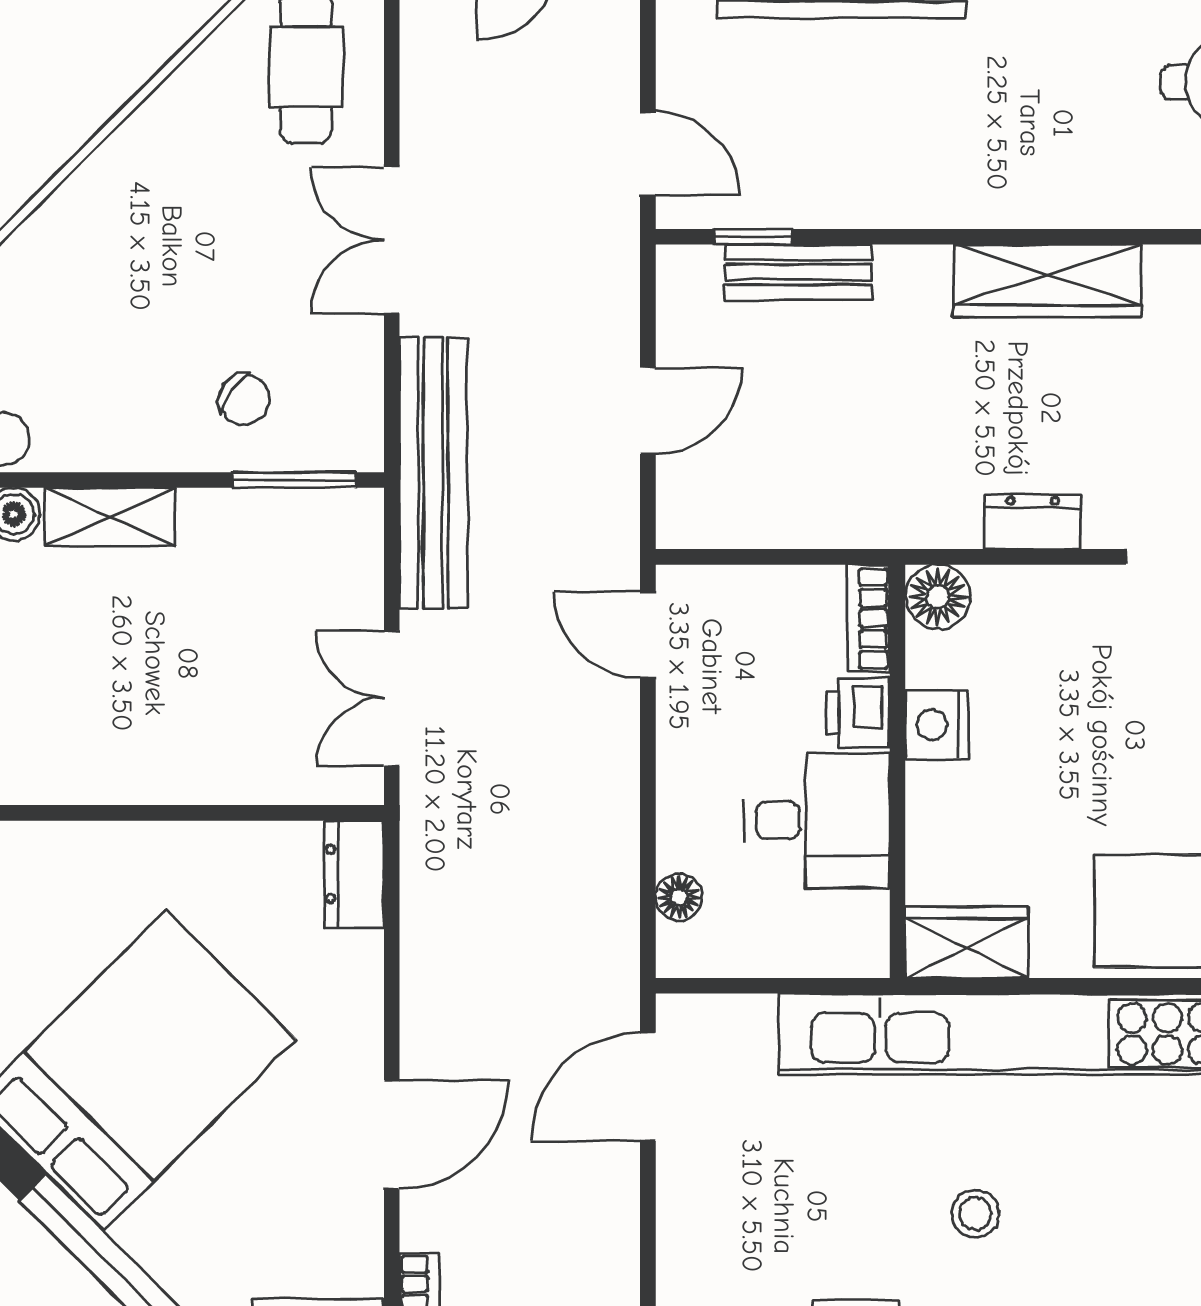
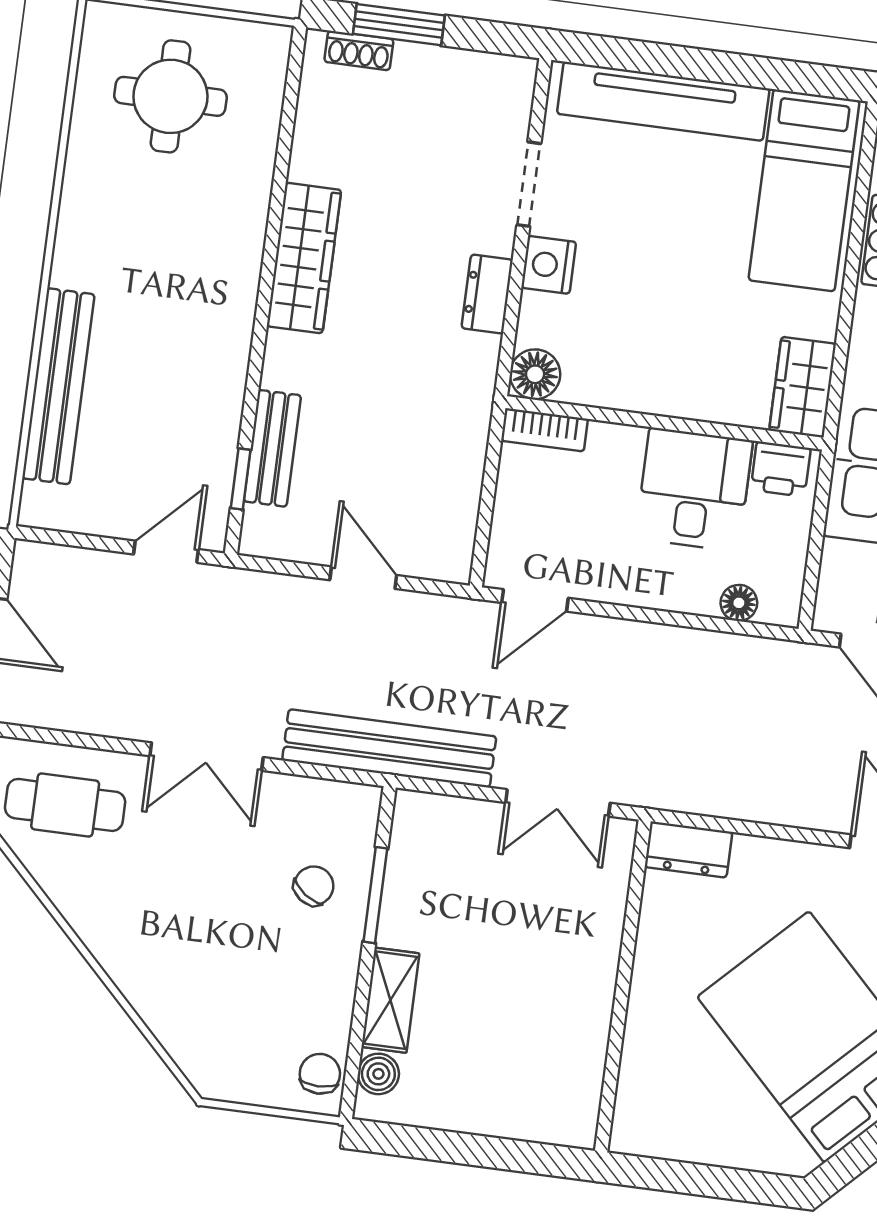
window: (294, 480) -> (375, 895), moved
printer: (858, 713) -> (781, 469), moved
nightstand: (937, 724) -> (549, 265), moved, turned 90

